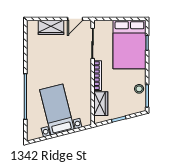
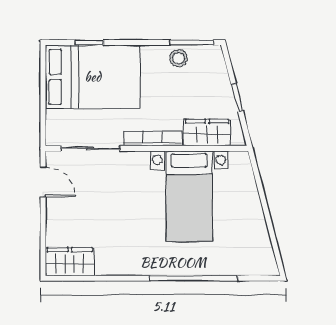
wardrobe: (51, 27) -> (70, 262), moved, turned -90
bed with nightstands: (57, 109) -> (189, 196), moved, turned -76

